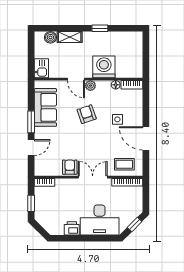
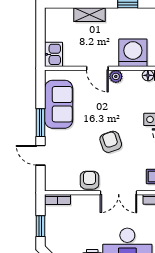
boiler: (50, 37) -> (65, 15), removed
armchair: (87, 114) -> (111, 142), moved
door: (31, 148) -> (41, 155), swing flipped
double door: (93, 177) -> (119, 193), swing flipped

